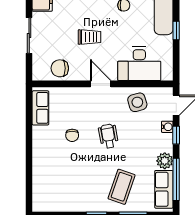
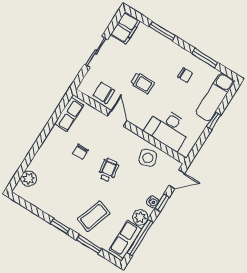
door: (101, 84) -> (117, 118), moved
water cooler: (167, 127) -> (153, 202), moved
plant: (40, 190) -> (29, 179), added

